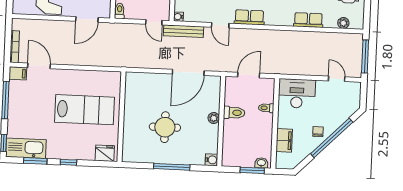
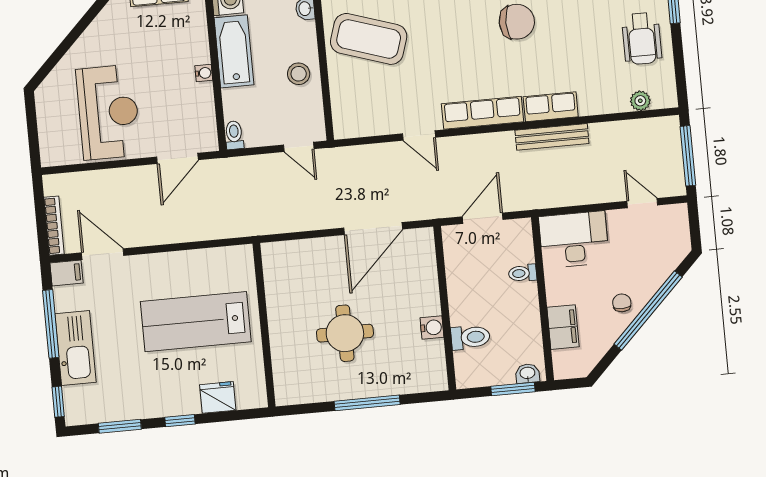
water cooler: (178, 17) -> (342, 131), removed
row of seats: (249, 17) -> (482, 113), width x1.48
row of seats: (308, 20) -> (551, 107), moved
bench: (184, 31) -> (552, 137), moved
lab bench: (85, 110) -> (196, 322), turned 180
toilet: (234, 113) -> (470, 337), moved
plant: (214, 118) -> (430, 304), removed
kitchen sink: (26, 148) -> (75, 348), moved, turned 90
fridge: (105, 153) -> (218, 397), moved
water cooler: (211, 160) -> (432, 328), moved

